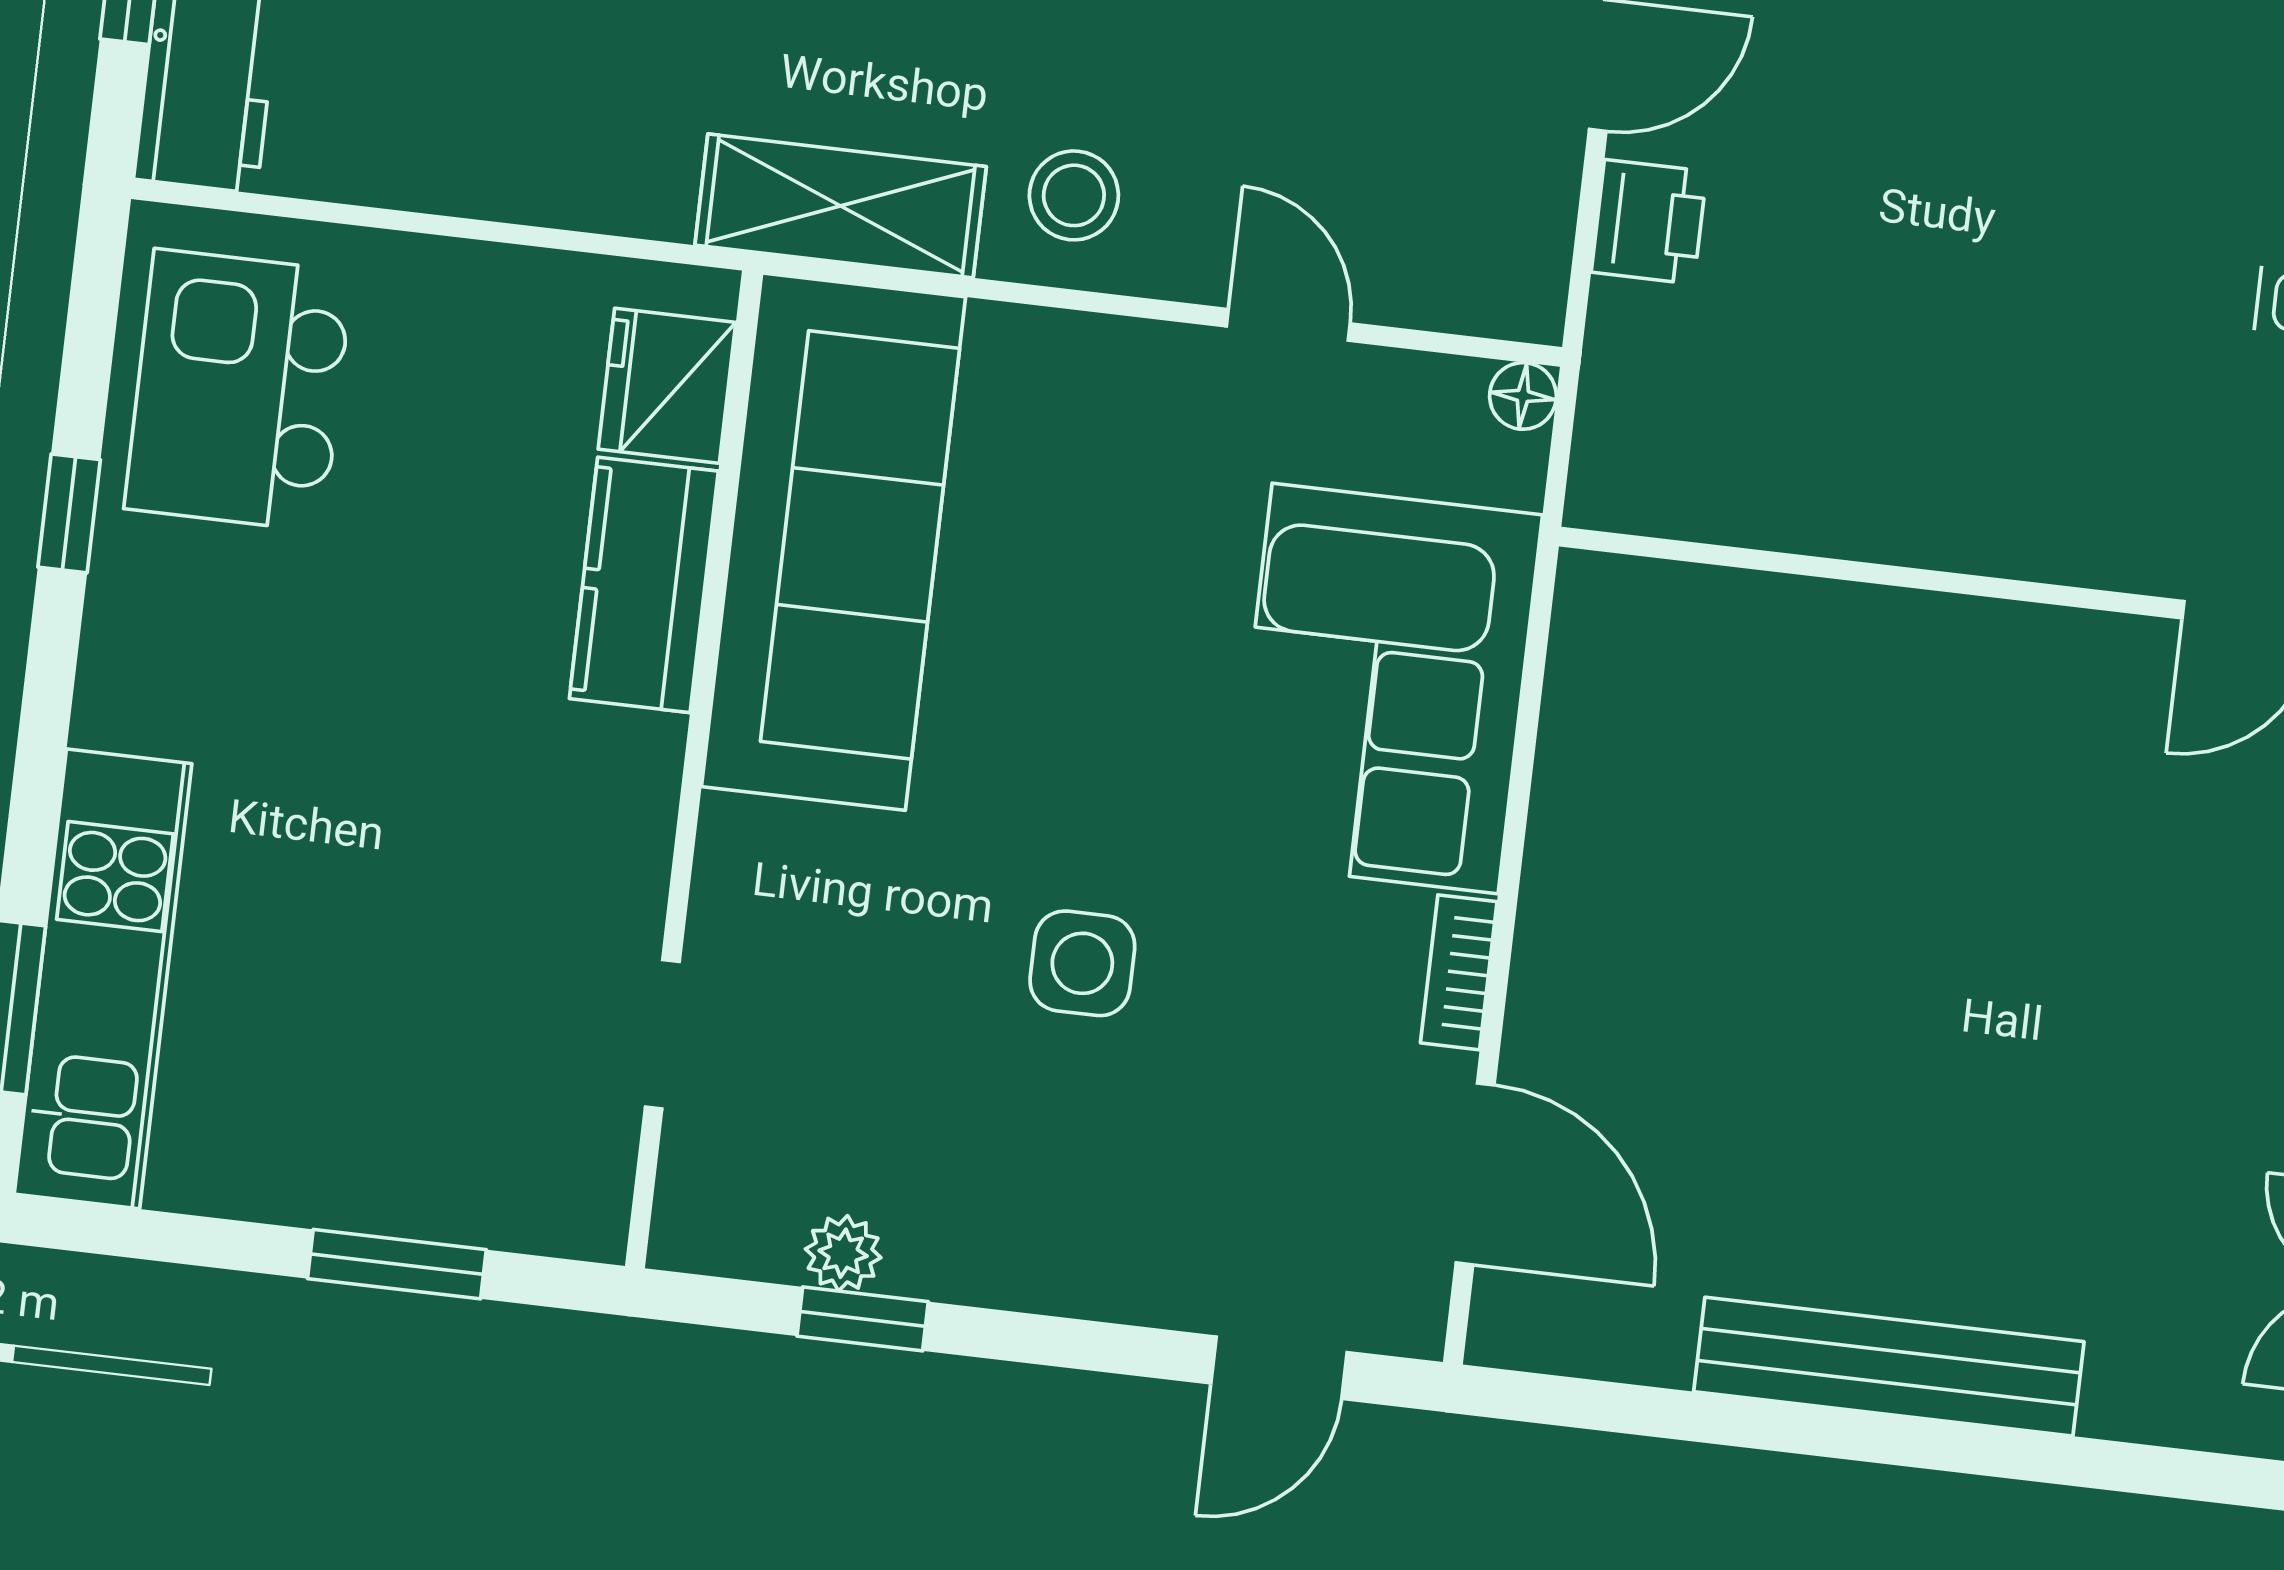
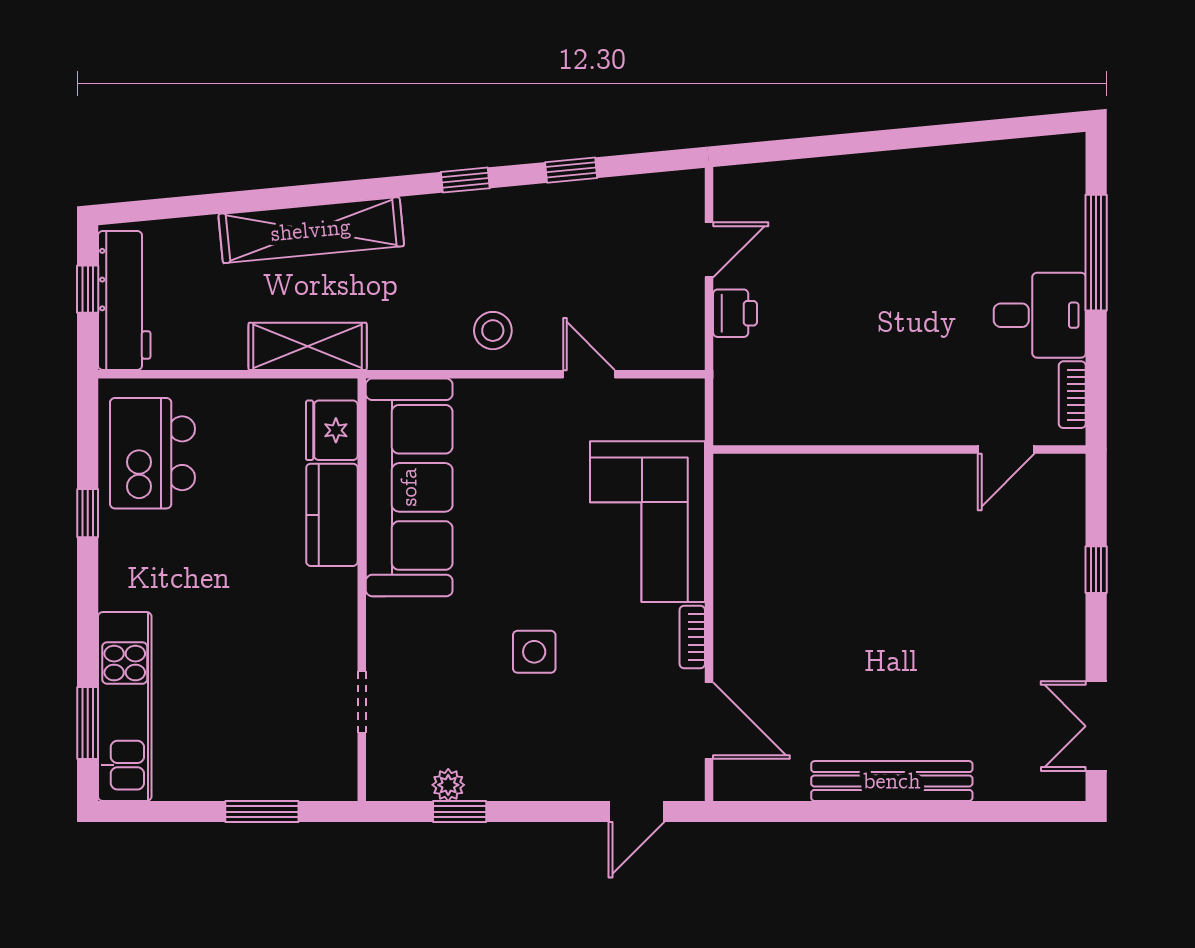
shelving: (841, 206) -> (308, 346), moved
floor lamp: (1523, 396) -> (691, 392), removed

